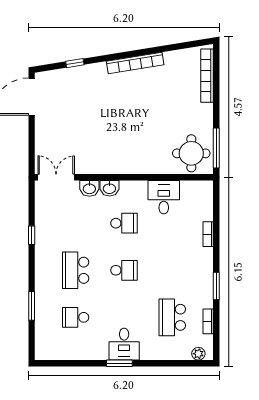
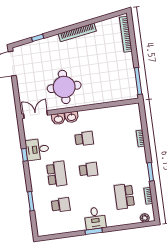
round table: (191, 153) -> (64, 87), moved, width x1.36, depth x1.36
desk: (164, 197) -> (37, 149), moved, turned -90
school desk: (76, 270) -> (57, 174), turned 180
school desk: (76, 317) -> (61, 205), turned 180

